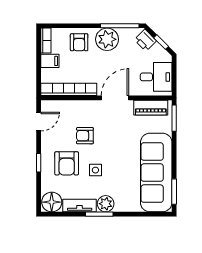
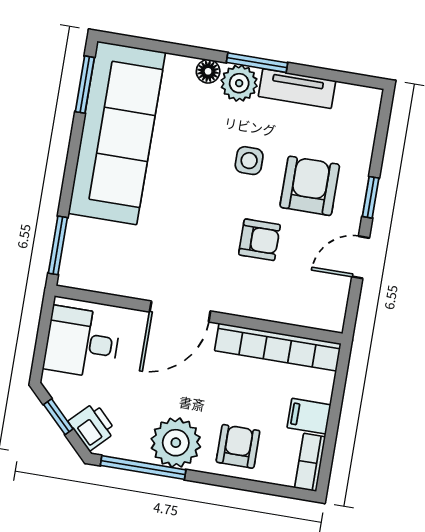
piano: (151, 108) -> (105, 277), removed
door: (39, 122) -> (361, 257), moved
floor lamp: (52, 202) -> (208, 71), moved, width x0.53, depth x0.53

